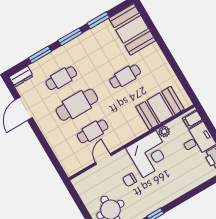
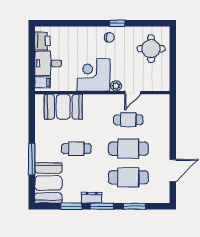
window: (161, 42) -> (32, 159), added
dresser: (21, 77) -> (92, 198), moved
cafe table: (61, 78) -> (128, 177), width x1.37, depth x1.35
plant: (164, 132) -> (116, 86), moved
chair: (130, 180) -> (109, 37), moved

